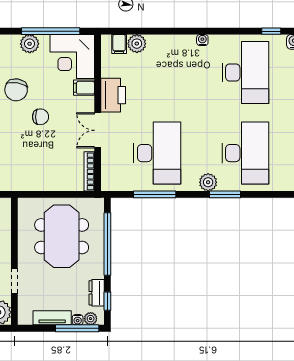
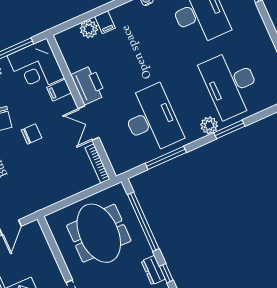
filing cabinet: (119, 44) -> (105, 22), moved
desk: (245, 153) -> (231, 84), turned 180

